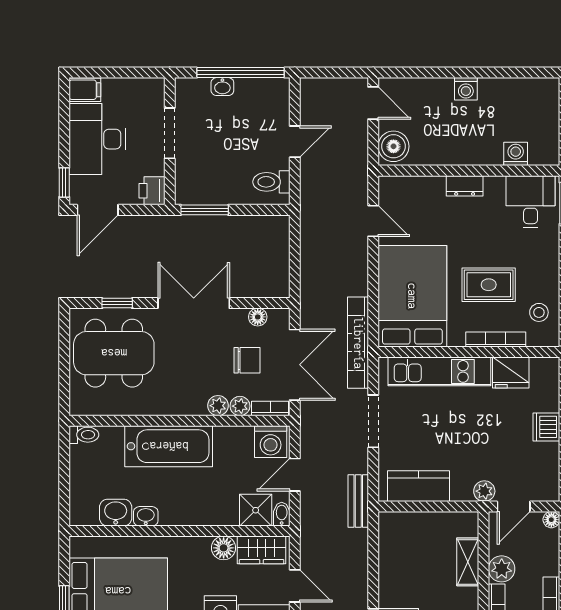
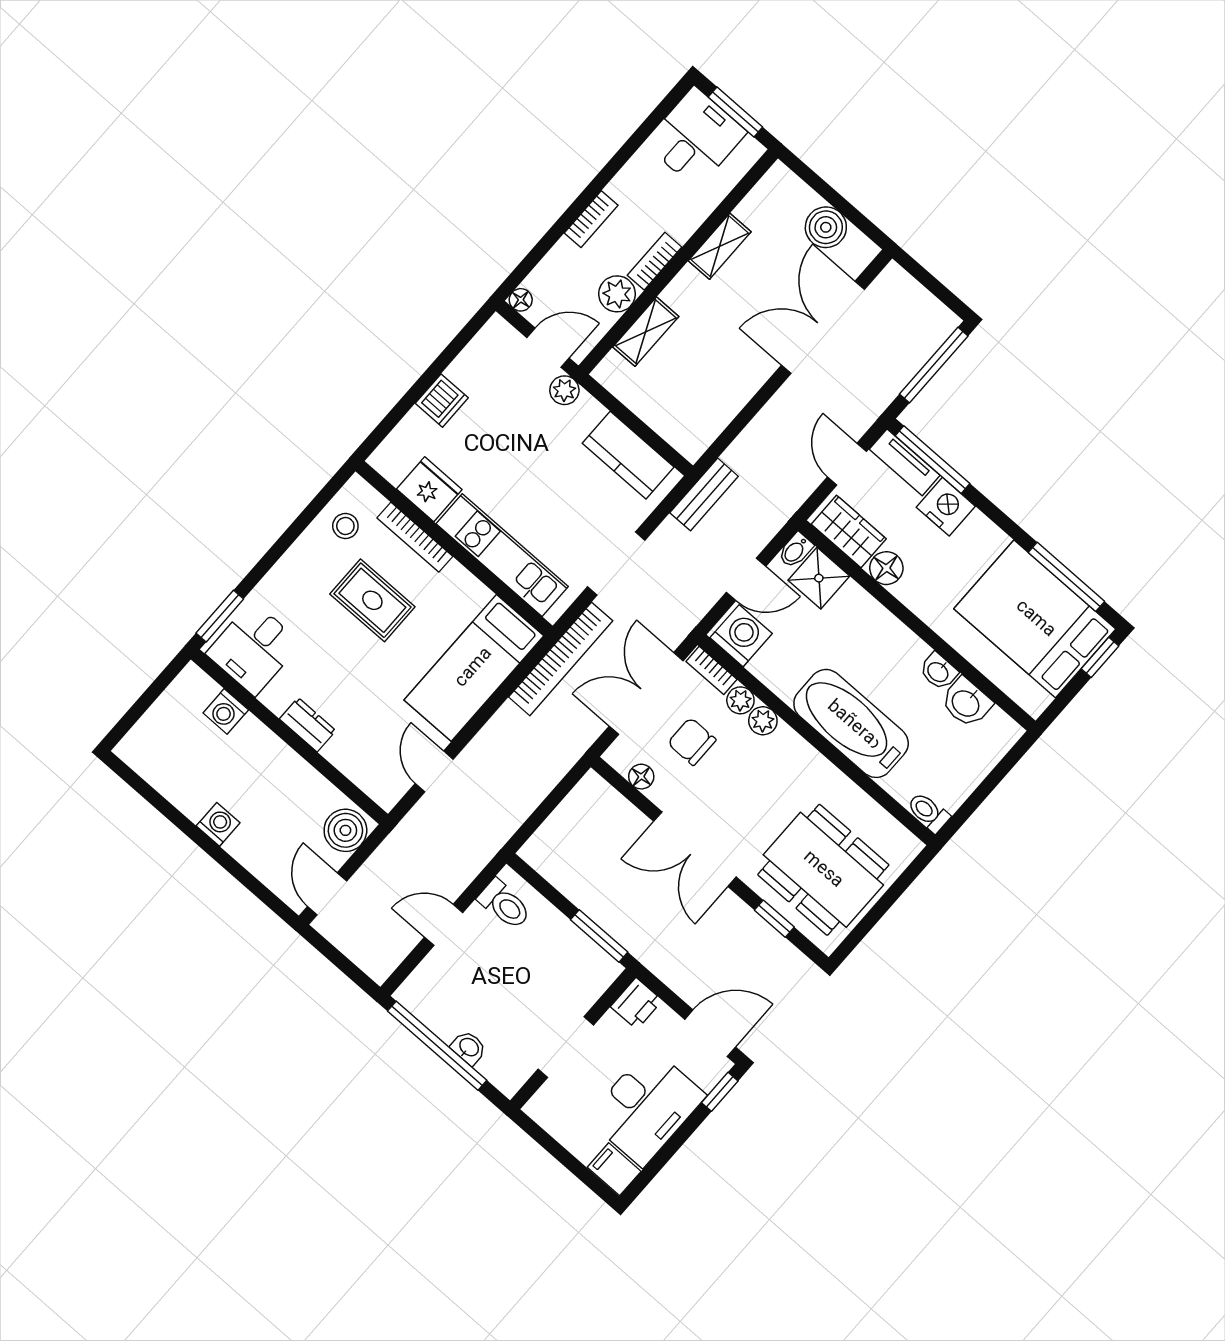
bed: (412, 296) -> (474, 668), width x0.67

